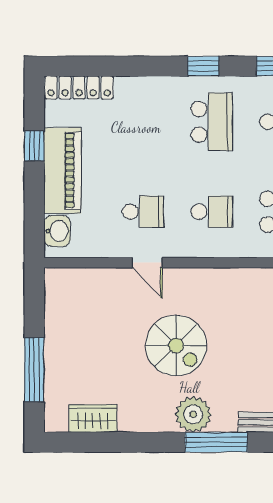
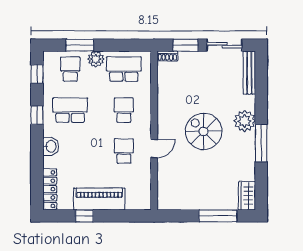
washbasin: (57, 231) -> (51, 146), moved, turned 90
spiral stairs: (176, 346) -> (204, 131), turned -90
wardrobe: (93, 418) -> (247, 196), moved
window: (216, 442) -> (261, 143), moved

